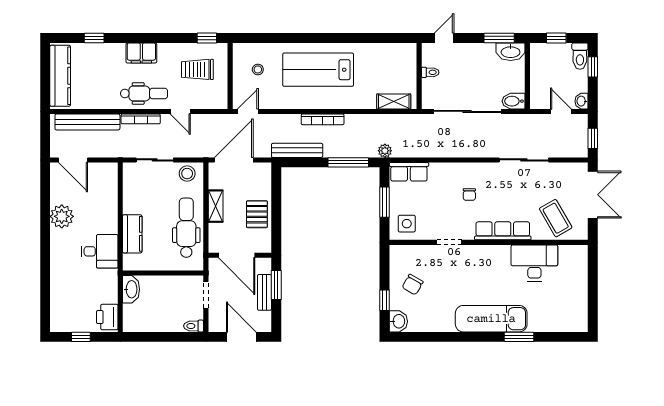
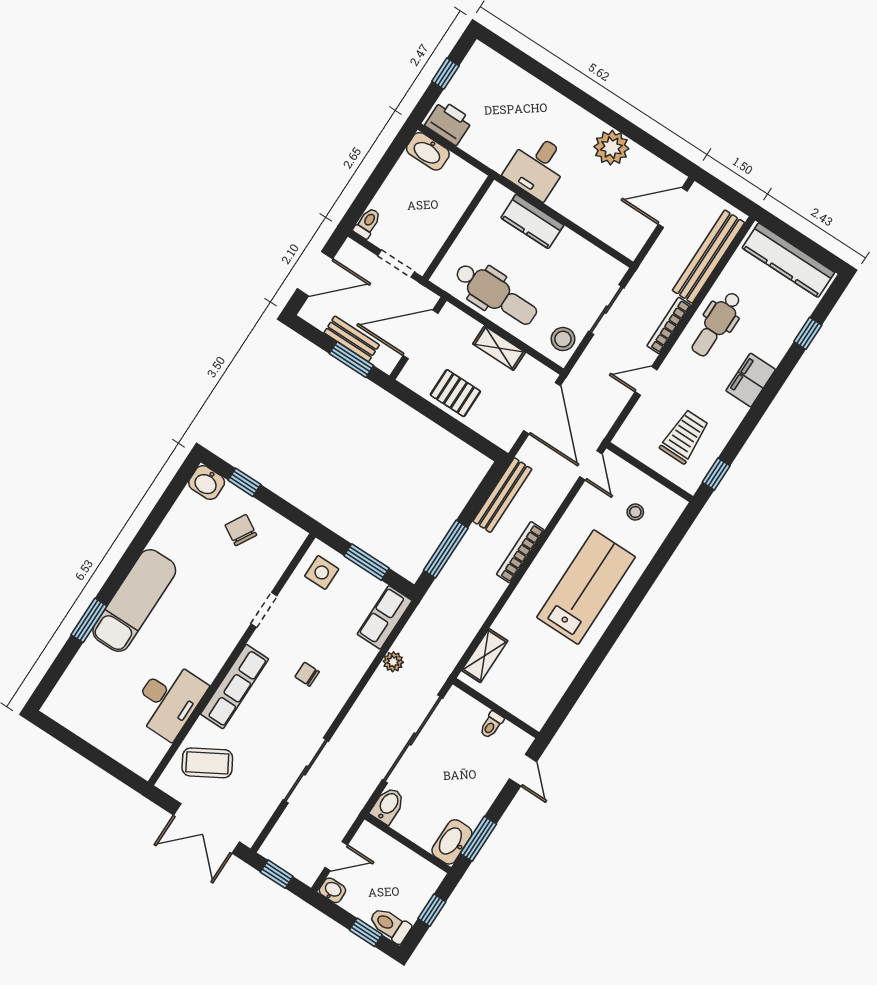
dental chair: (144, 93) -> (716, 324), moved
plant: (385, 151) -> (393, 662), moved
washbasin: (131, 289) -> (428, 151), moved

